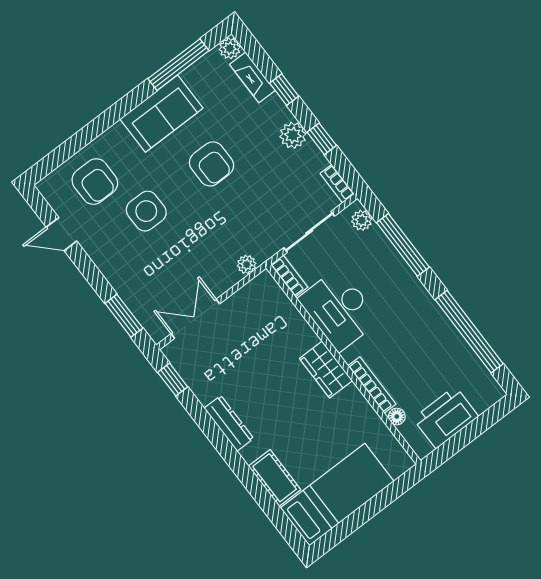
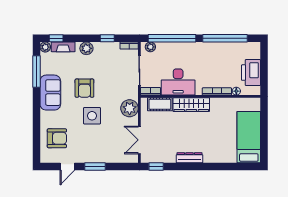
window: (284, 90) -> (56, 38), moved
plant: (293, 135) -> (86, 48), moved
armchair: (212, 164) -> (84, 88), turned 90
side table: (146, 211) -> (92, 116), moved
window: (403, 245) -> (172, 38), width x1.46
plant: (247, 265) -> (130, 108), width x1.88, depth x1.88
window: (124, 316) -> (95, 167), moved
wardrobe: (326, 370) -> (191, 105), width x1.50
cot: (275, 478) -> (160, 104), moved

